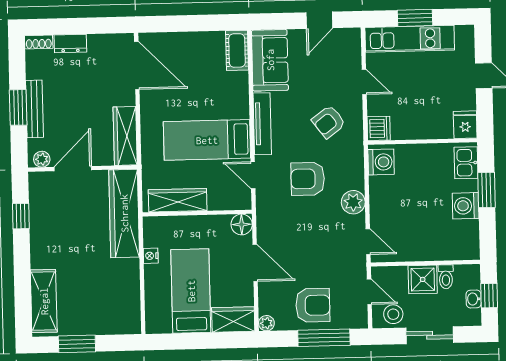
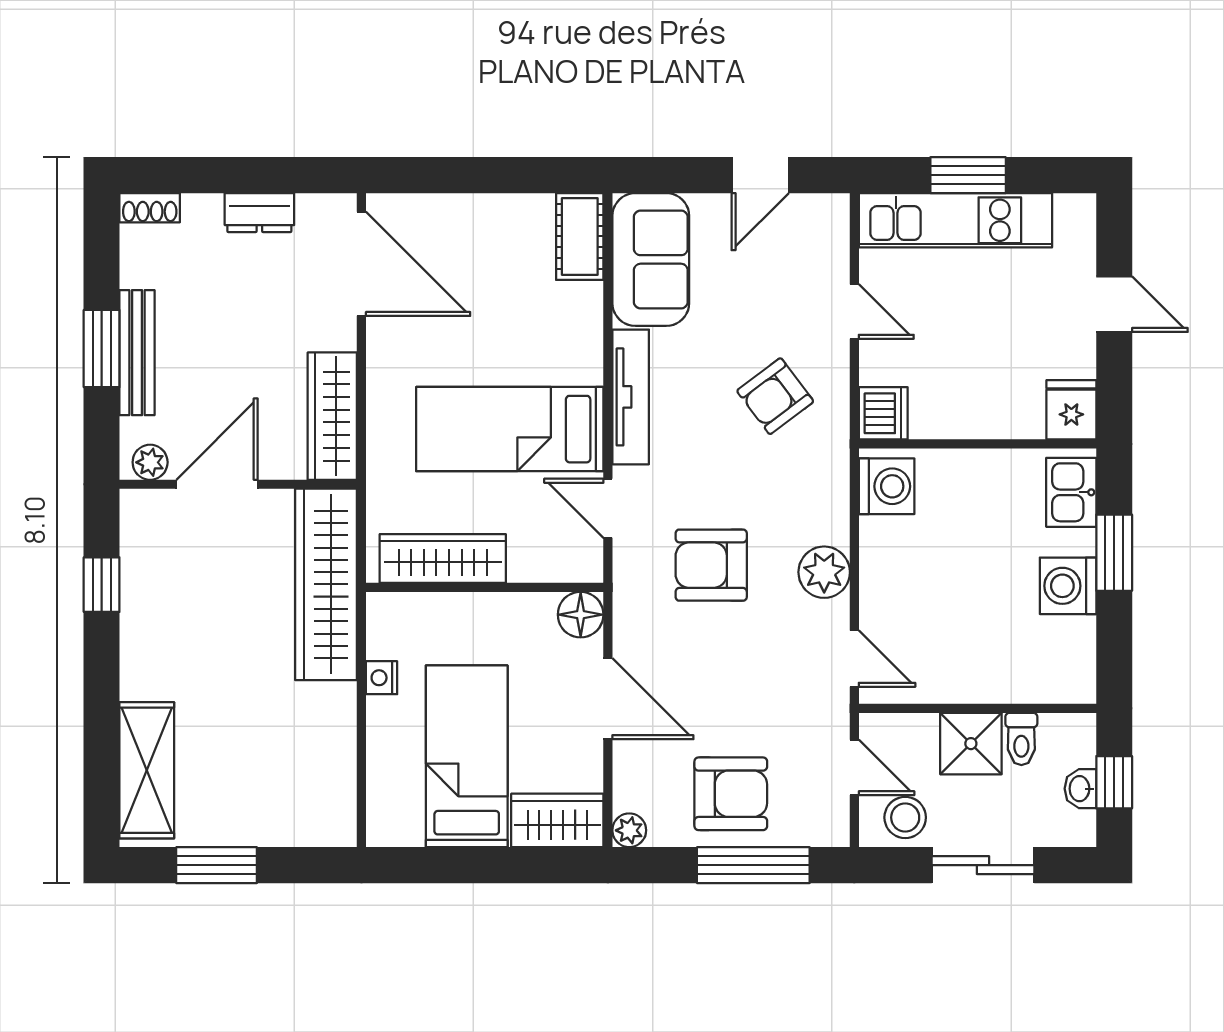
dresser: (70, 44) -> (259, 213), moved
armchair: (308, 179) -> (711, 565), moved

